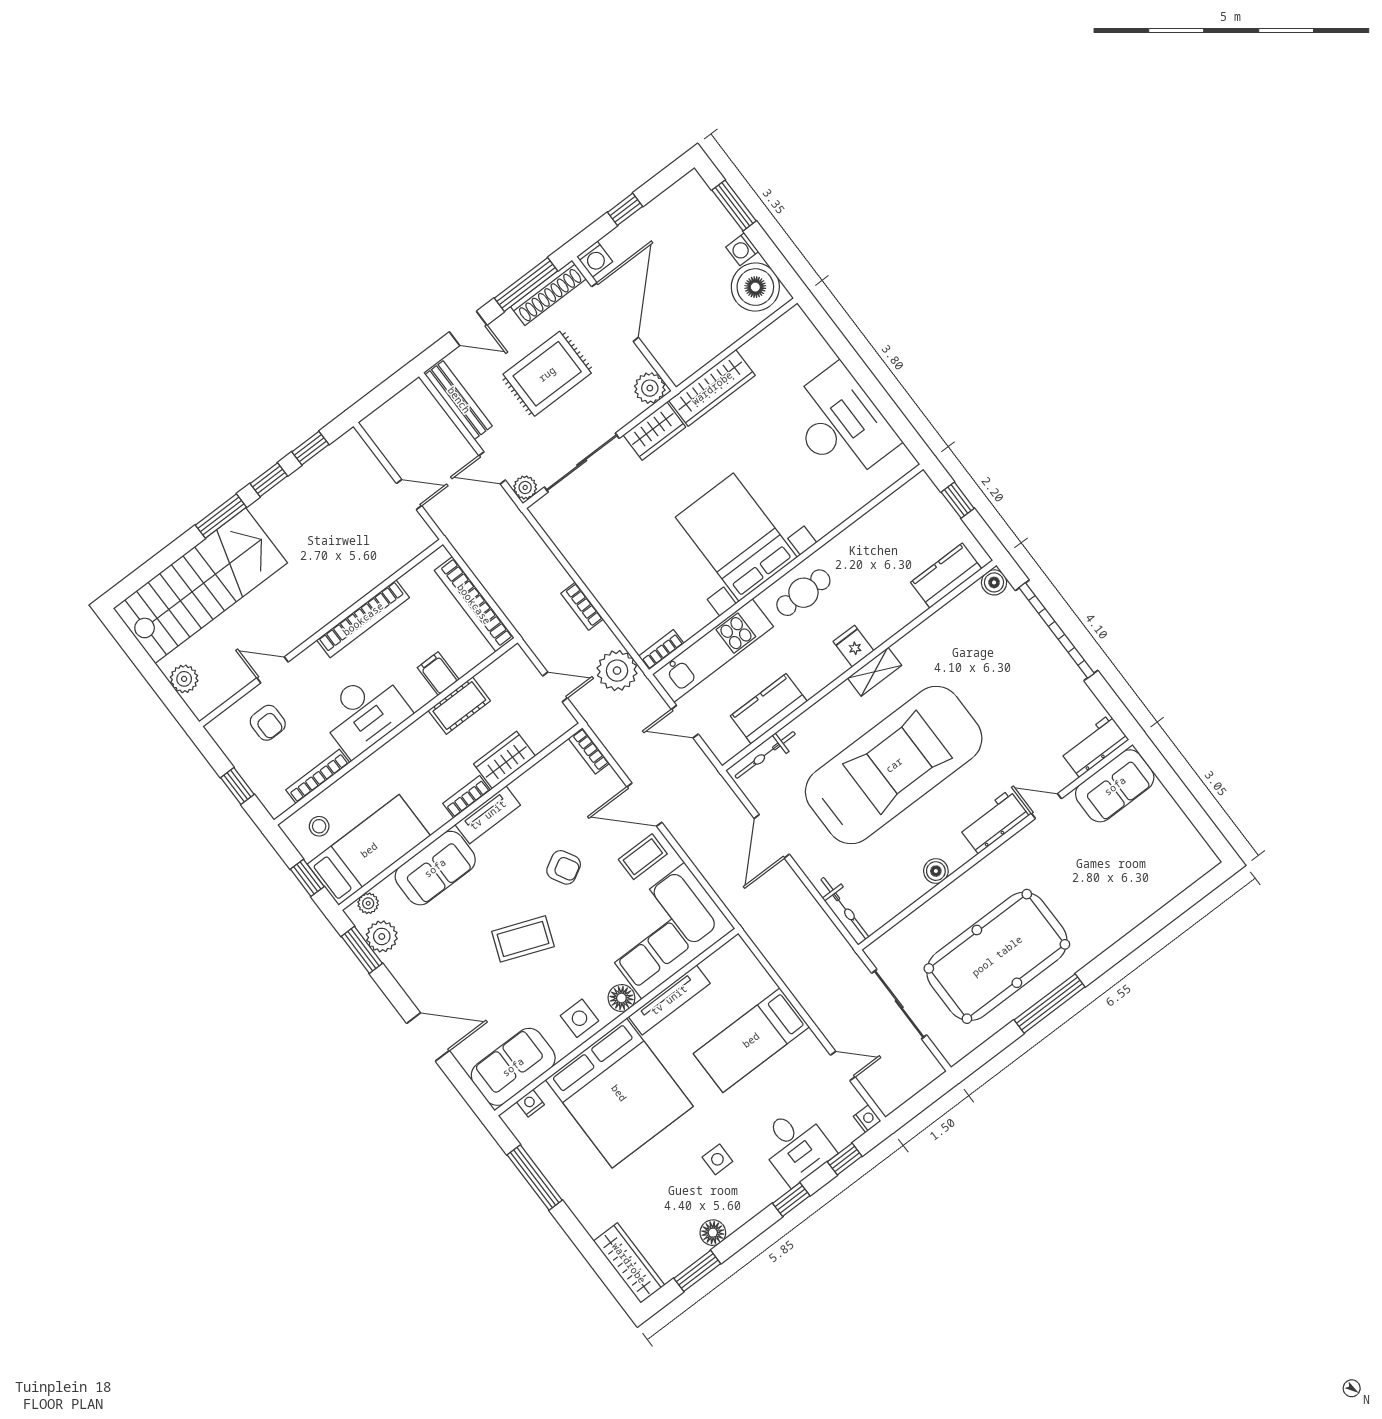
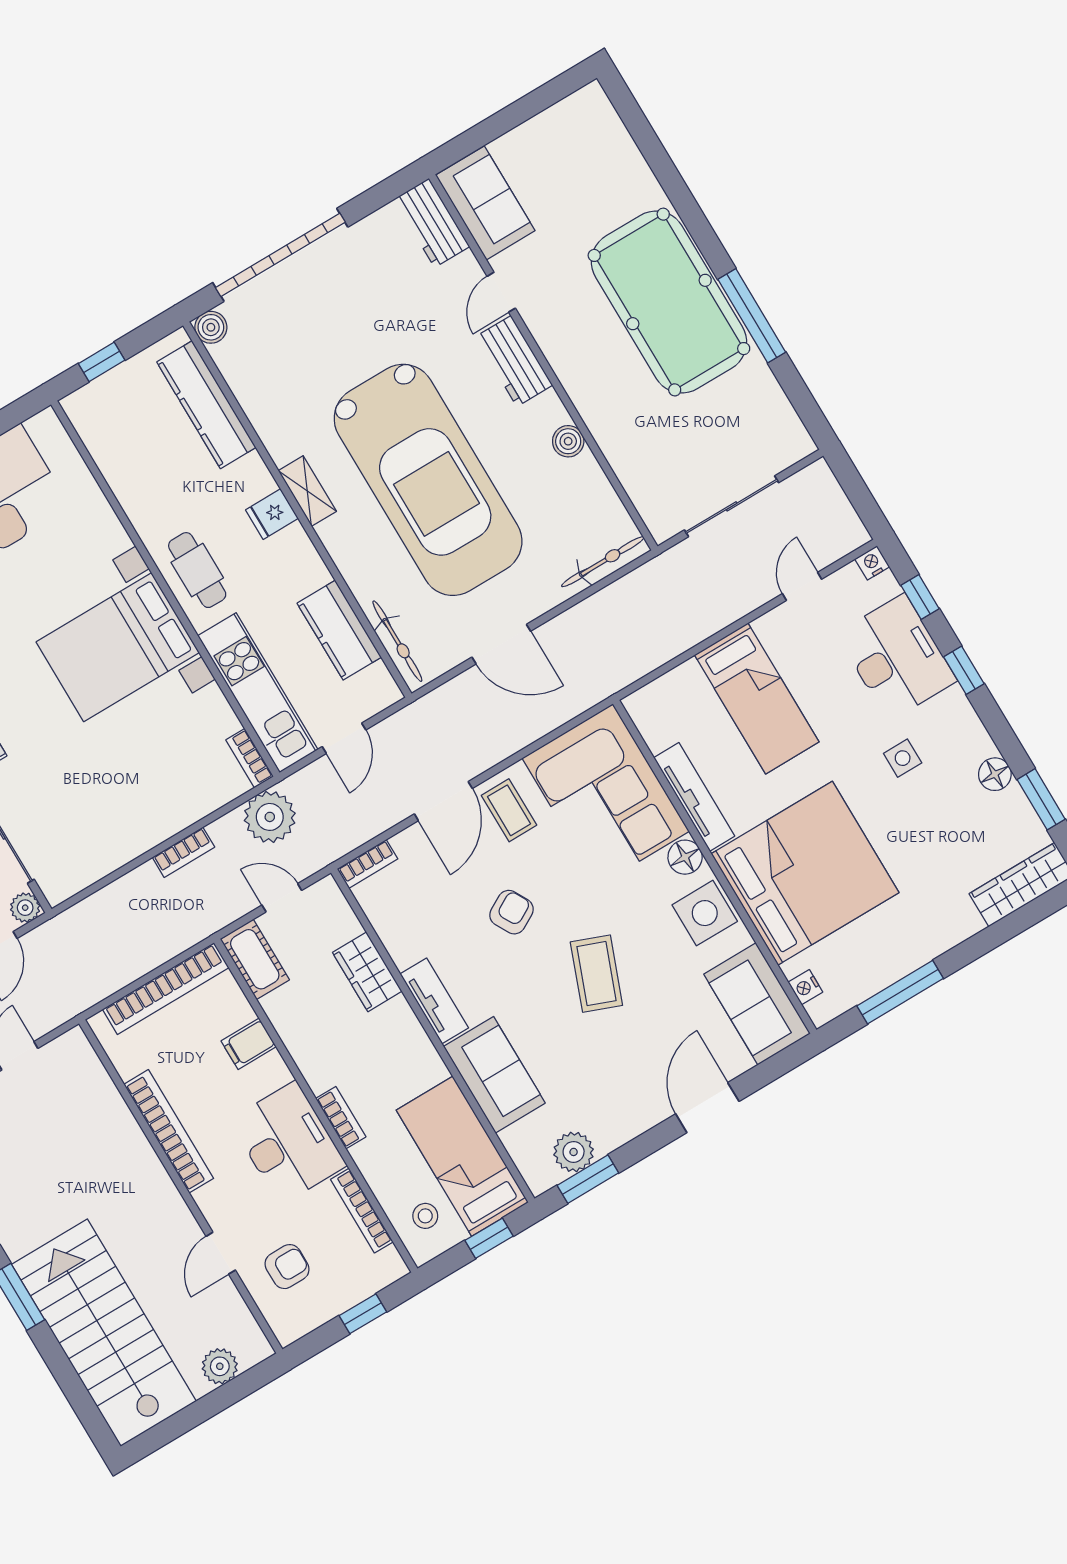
kitchen counter: (946, 576) -> (206, 405), width x1.50
door: (555, 687) -> (282, 898), hinge flipped
cot: (459, 706) -> (255, 959), moved
car: (894, 765) -> (428, 480), turned 180
bookcase: (467, 797) -> (341, 1118), moved, turned 180
plant: (368, 903) -> (530, 1165), removed
pool table: (997, 956) -> (669, 302), moved
side table: (579, 1018) -> (705, 913), width x1.37, depth x1.37
desk: (796, 1146) -> (897, 657), width x1.37

